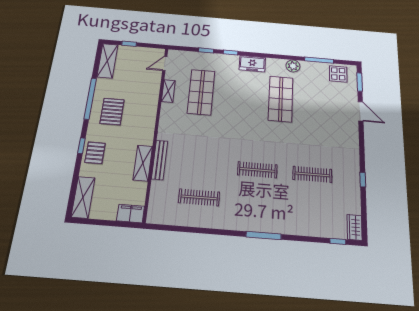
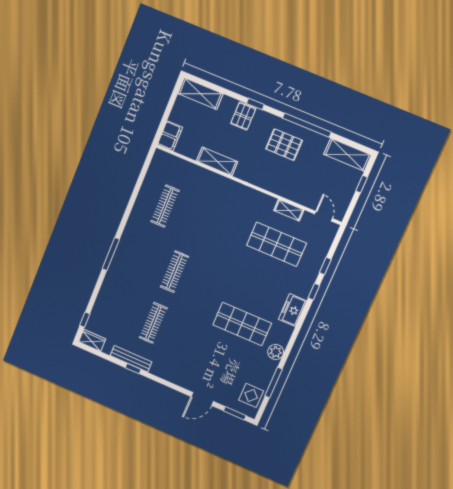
pallet: (95, 153) -> (243, 116), turned 90
bench: (160, 160) -> (131, 359), moved

